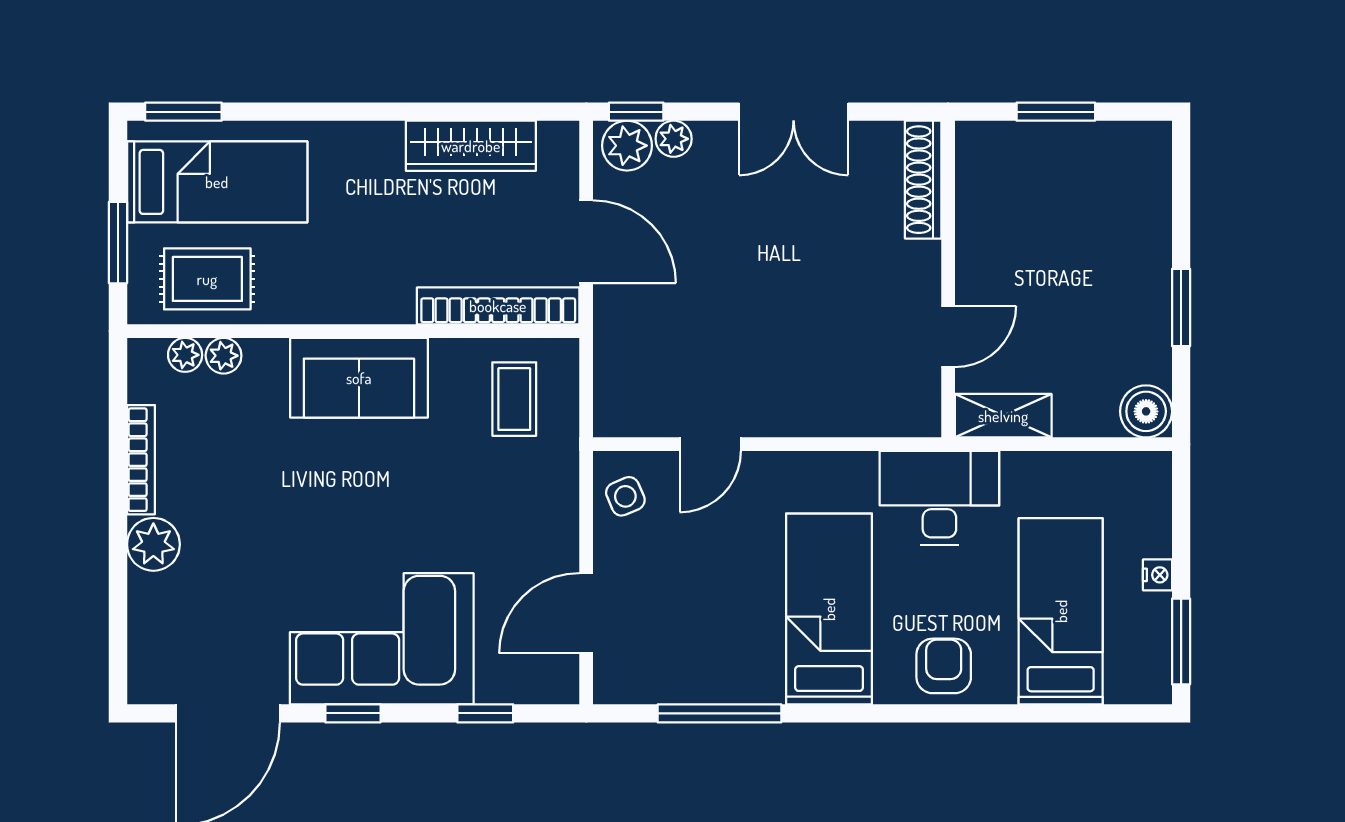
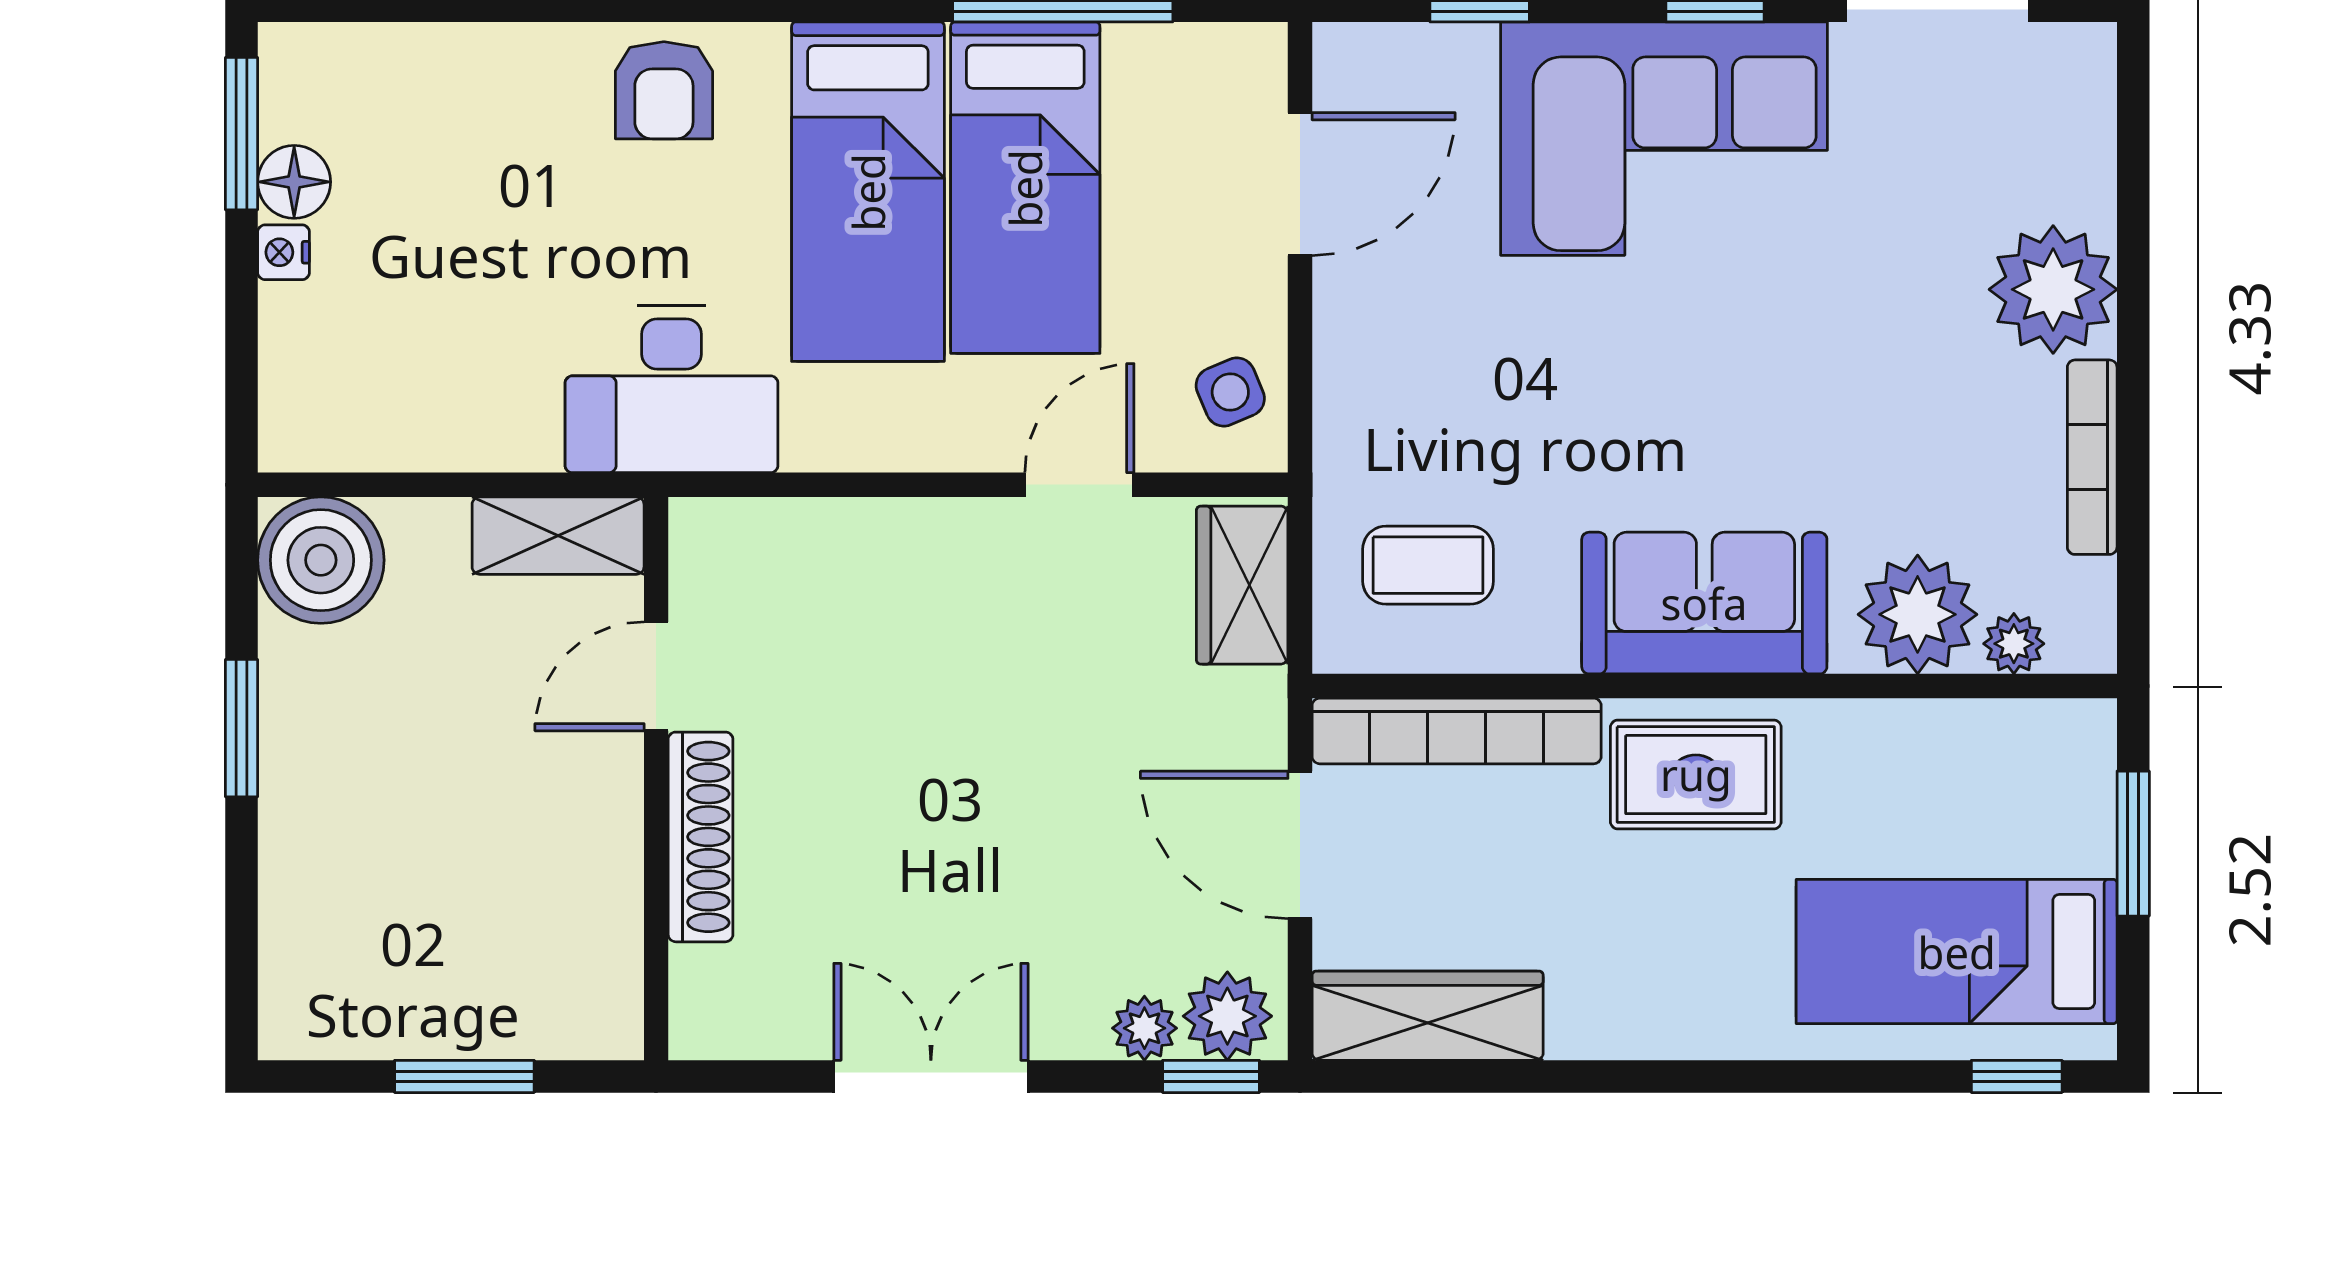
window: (183, 112) -> (2017, 1076), width x0.67
wardrobe: (471, 146) -> (1428, 1016), moved
shoe rack: (923, 180) -> (701, 837), moved
rug: (207, 279) -> (1696, 774), moved
plant: (224, 356) -> (1918, 614), width x1.88, depth x1.88
wardrobe: (619, 388) -> (1242, 585), added
coffee table: (514, 399) -> (1428, 565), turned 90
boiler: (1146, 411) -> (321, 560), width x1.37, depth x1.37
plant: (153, 544) -> (2053, 289), width x1.36, depth x1.36
bed: (1061, 611) -> (1025, 188), moved
floor lamp: (1152, 614) -> (294, 182), added

